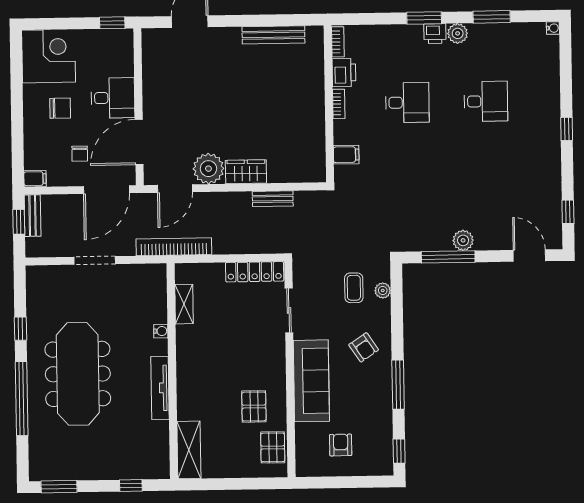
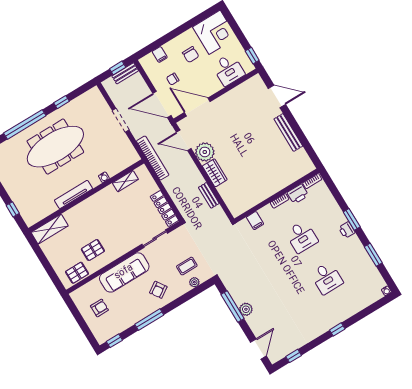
plant: (458, 33) -> (354, 242), removed
bench: (273, 35) -> (288, 132), moved
desk: (113, 98) -> (228, 70), moved
filing cabinet: (35, 179) -> (160, 54), moved

